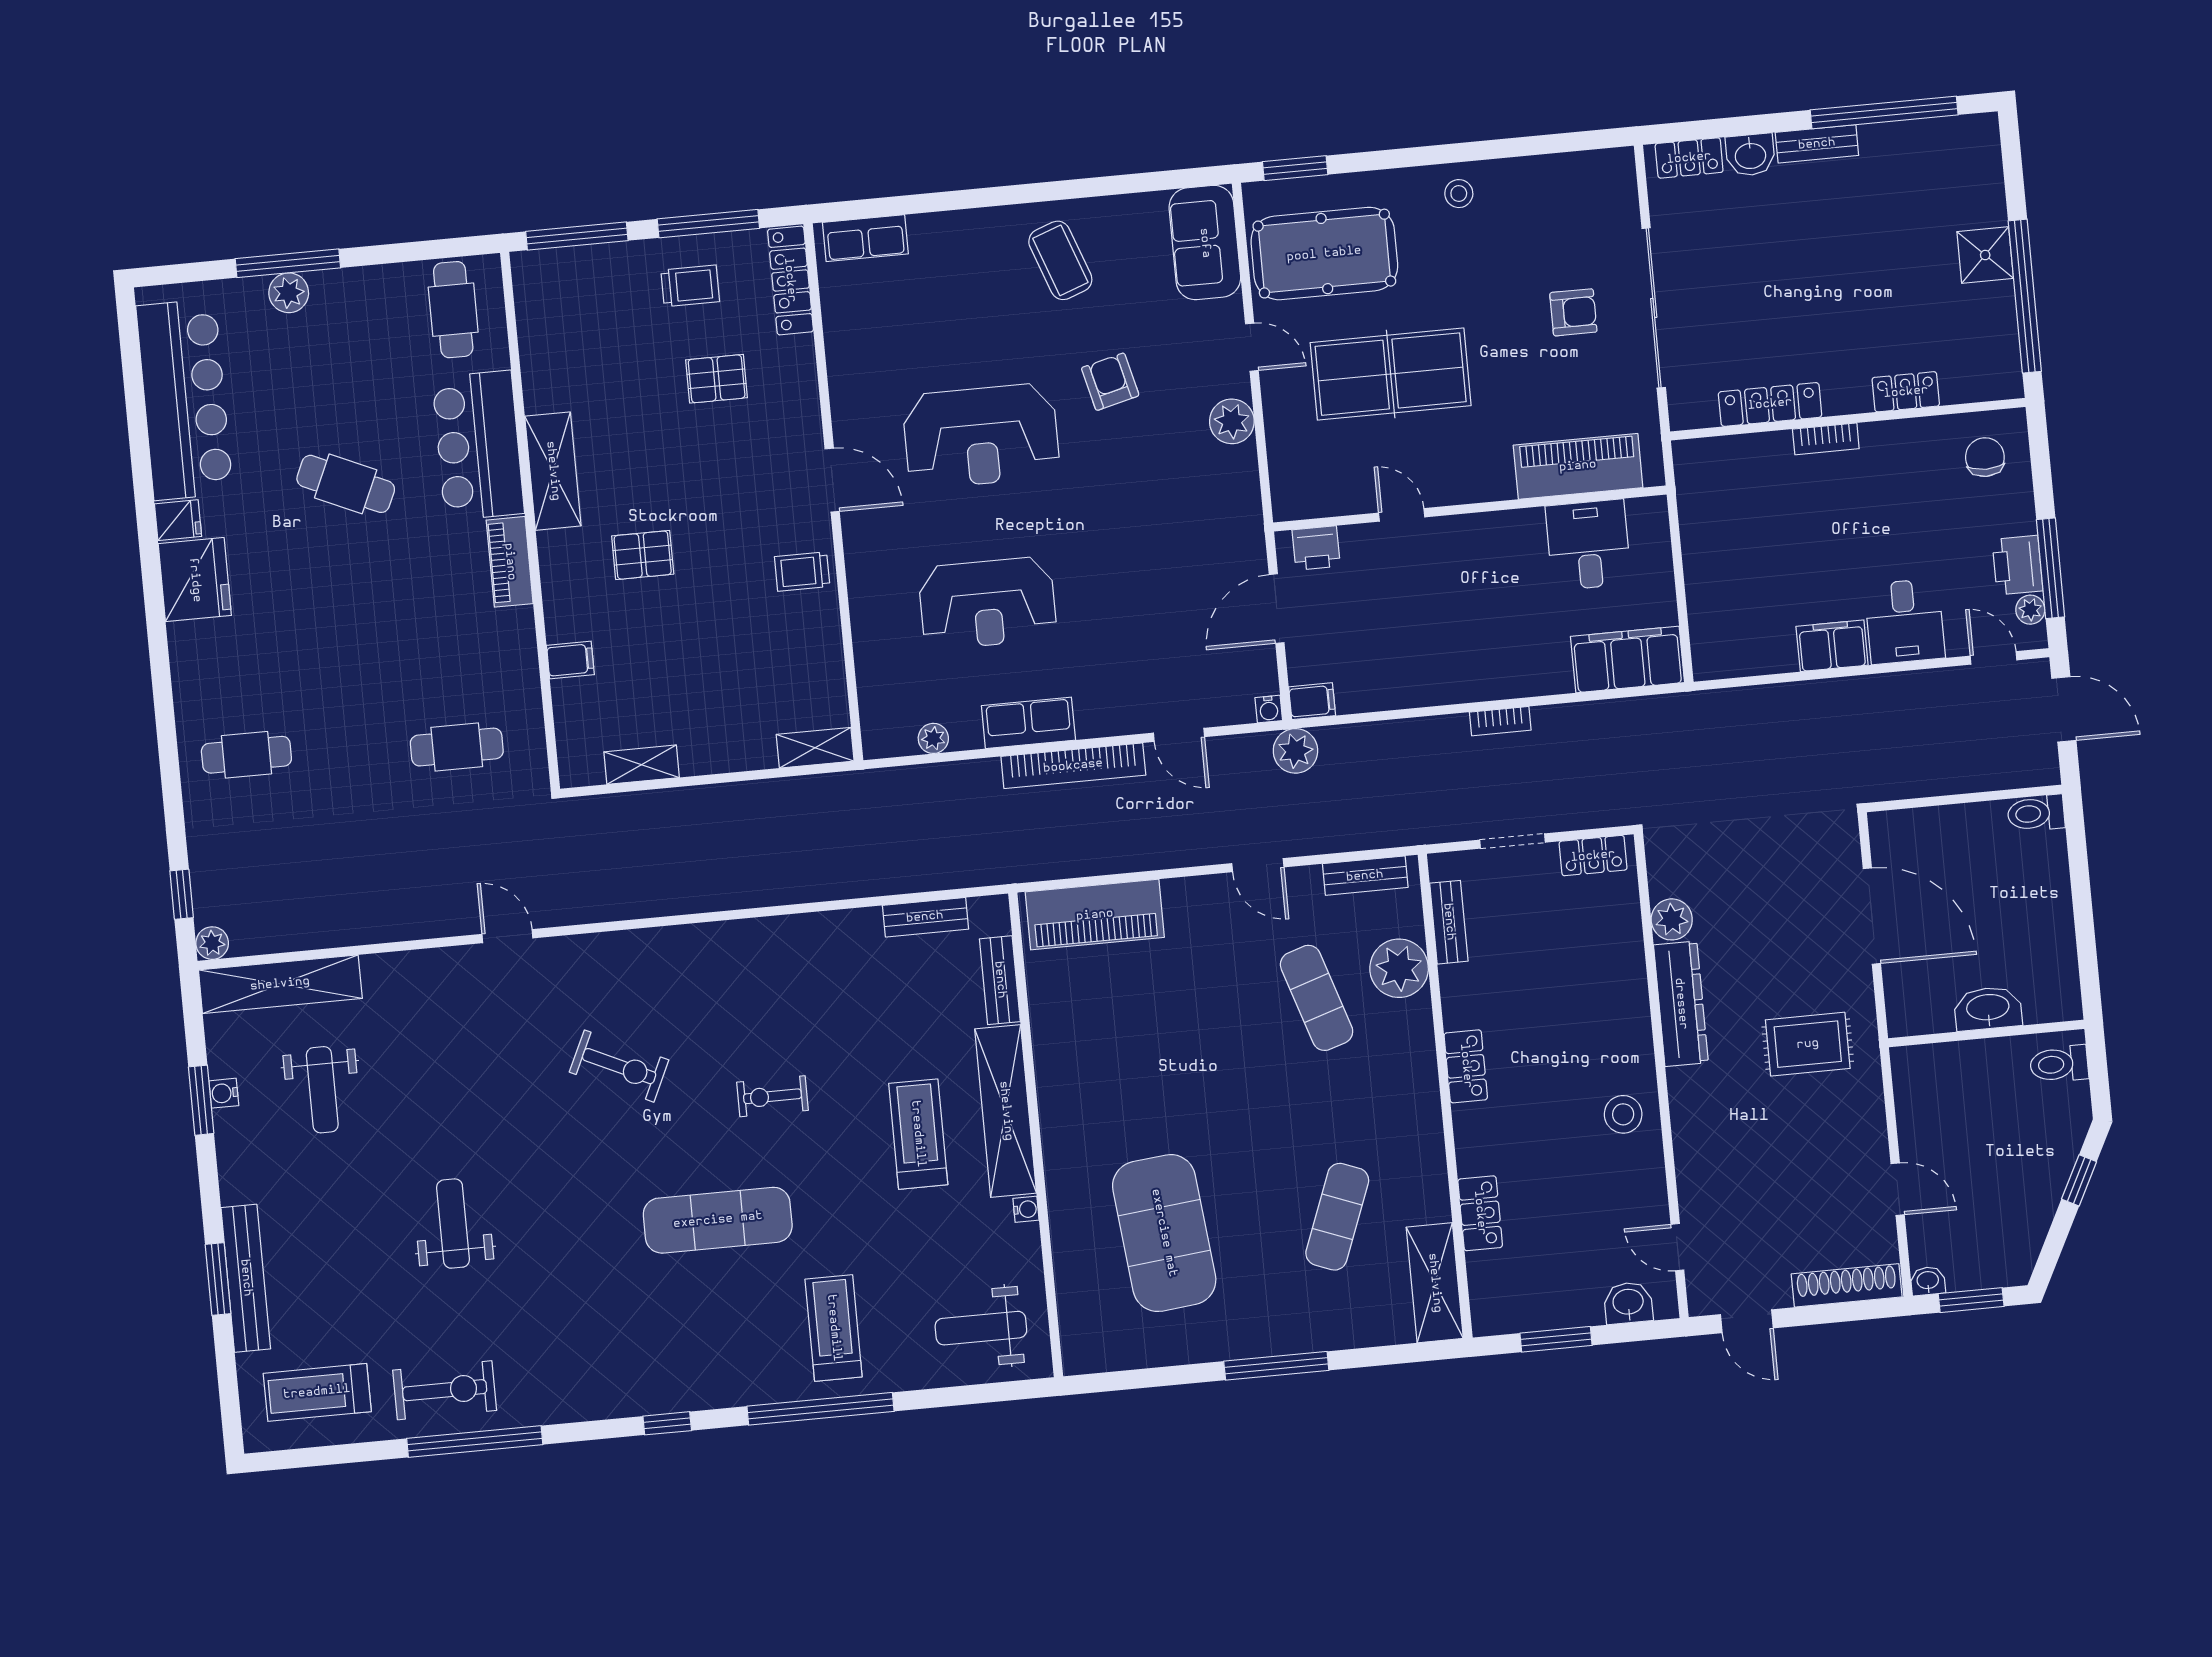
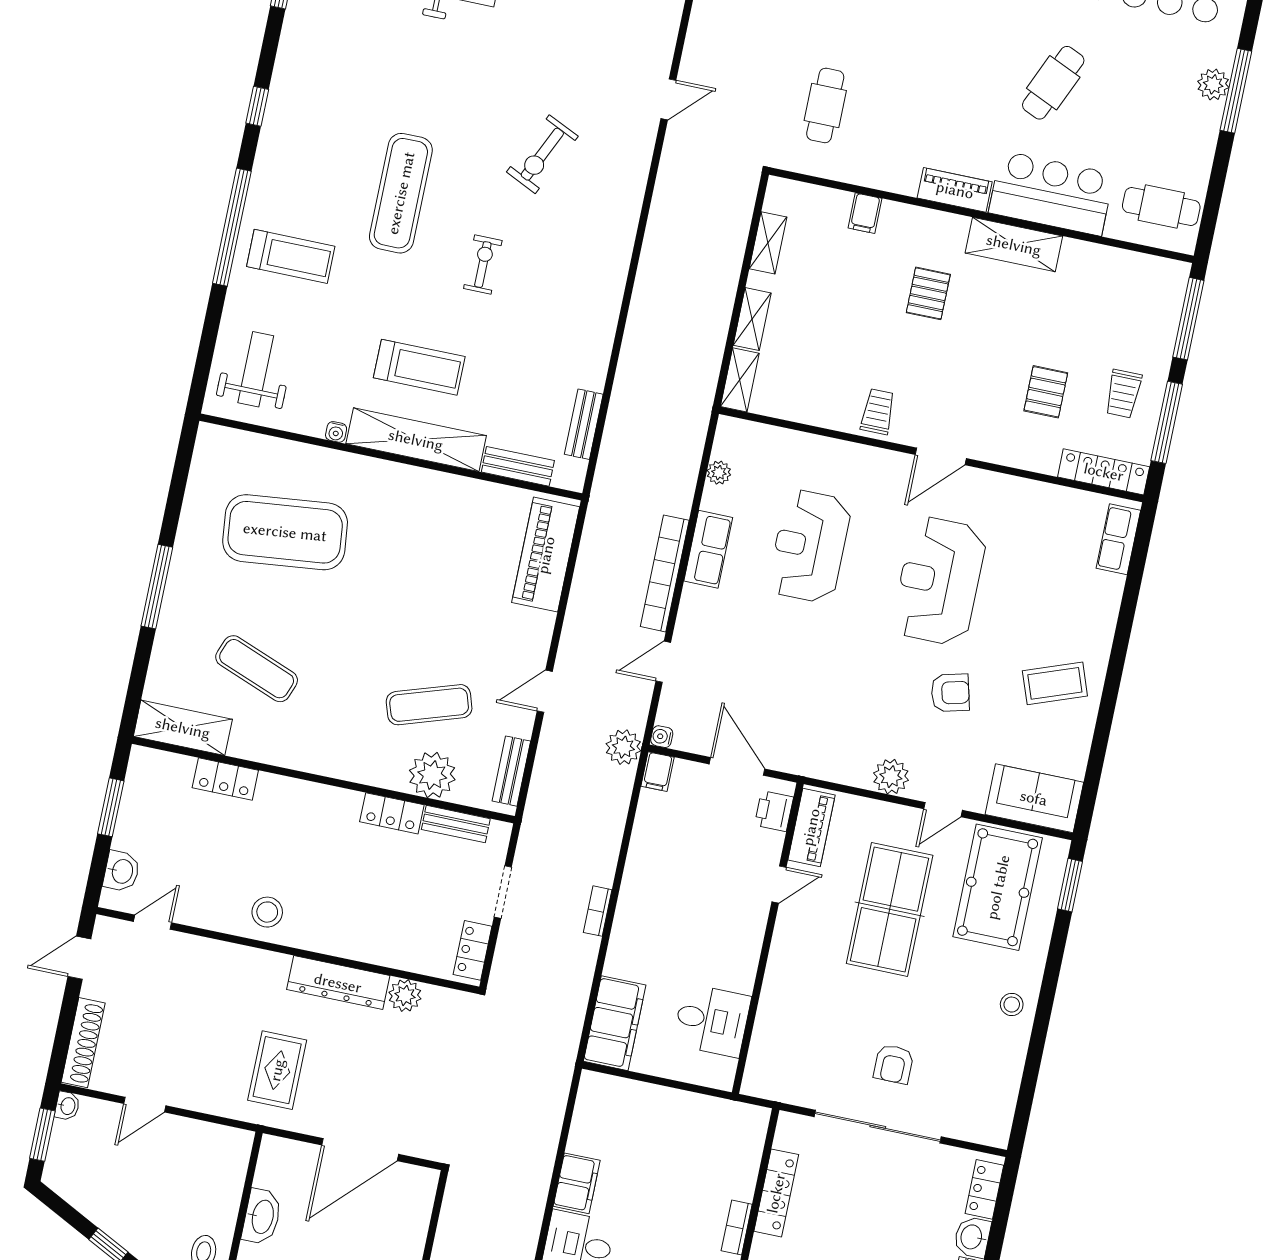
piano: (1578, 466) -> (811, 827), moved, width x0.73, depth x0.75
shelving: (738, 755) -> (752, 319), added
locker: (1466, 1066) -> (392, 813), moved

